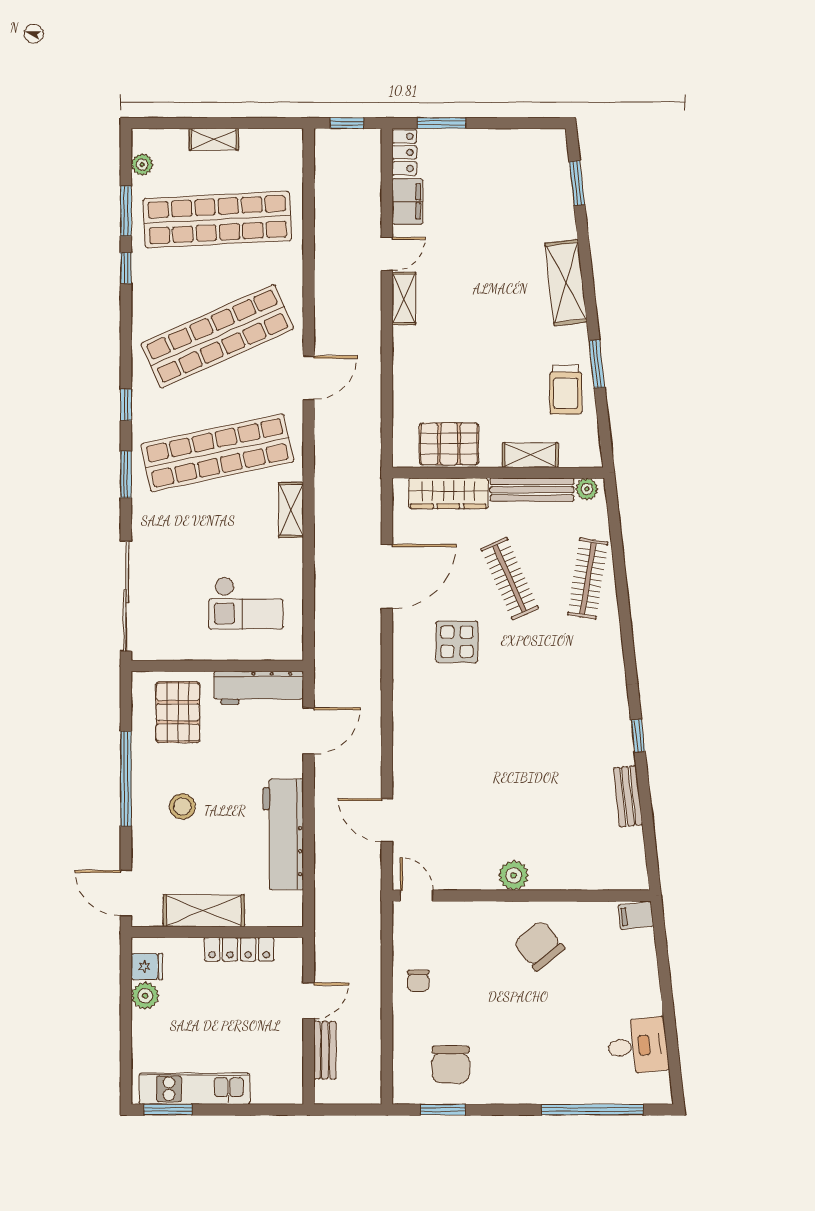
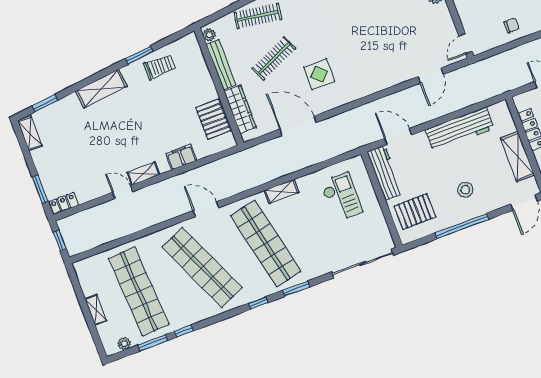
filing cabinet: (407, 201) -> (181, 157), moved
shelving: (530, 455) -> (30, 133), moved

